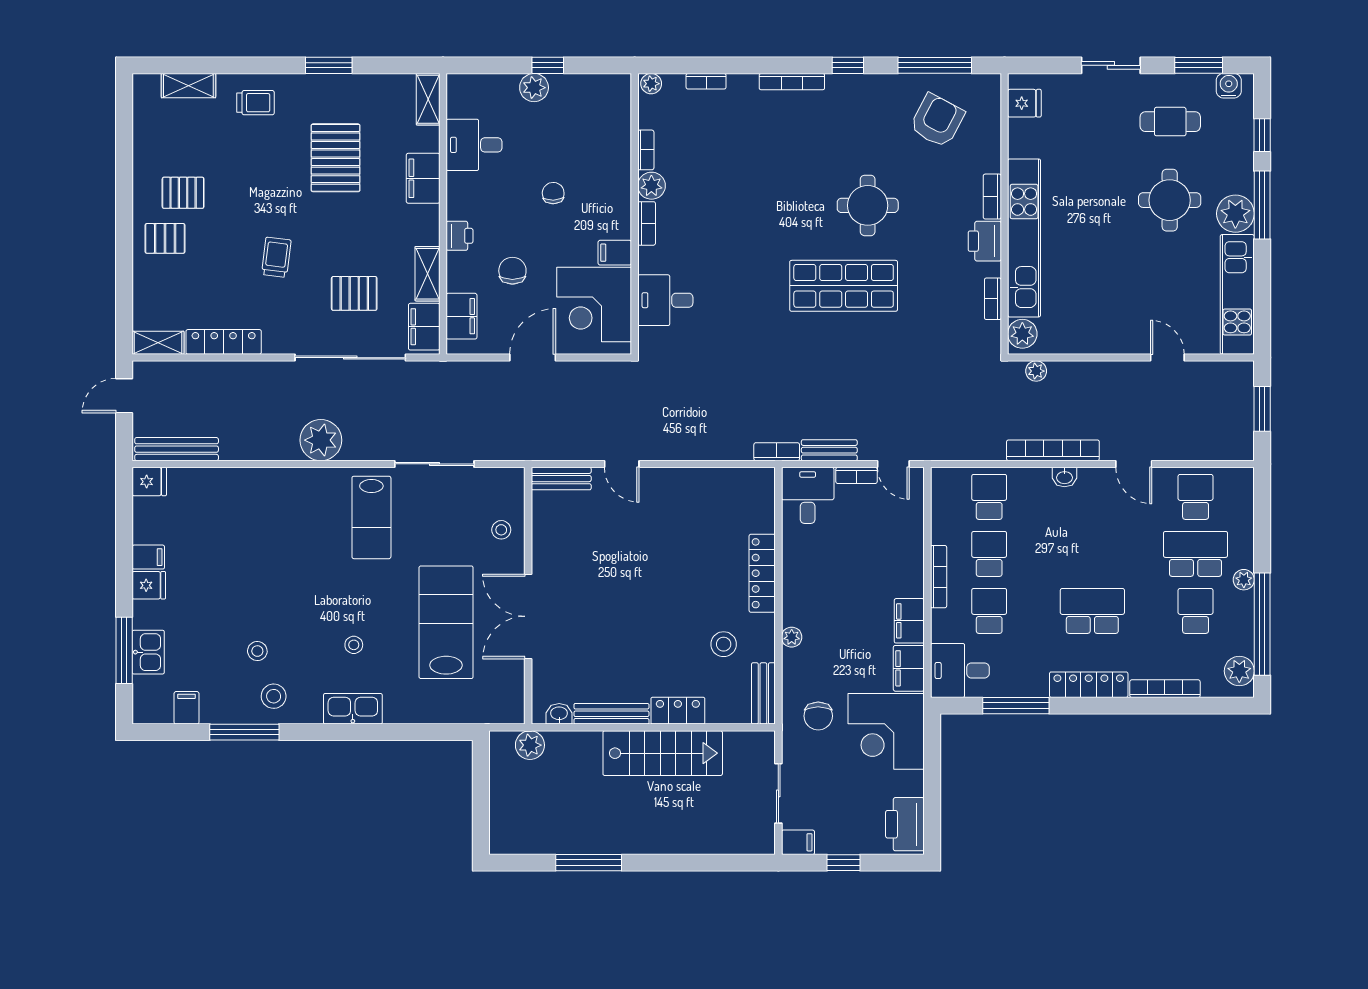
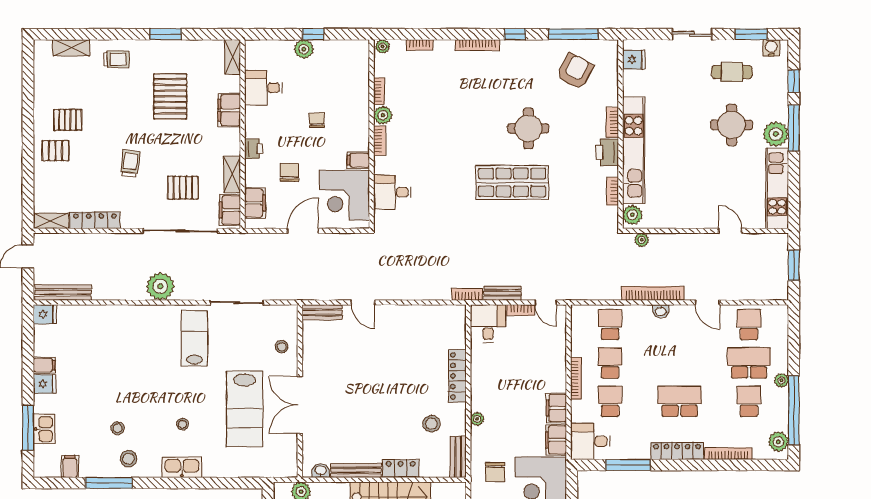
lab bench: (371, 517) -> (194, 338), turned 180
lab bench: (446, 622) -> (245, 409), turned 180

